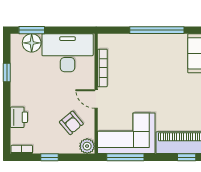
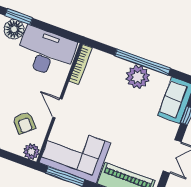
plant: (157, 45) -> (138, 77), added
bookcase: (102, 68) -> (81, 64), moved

